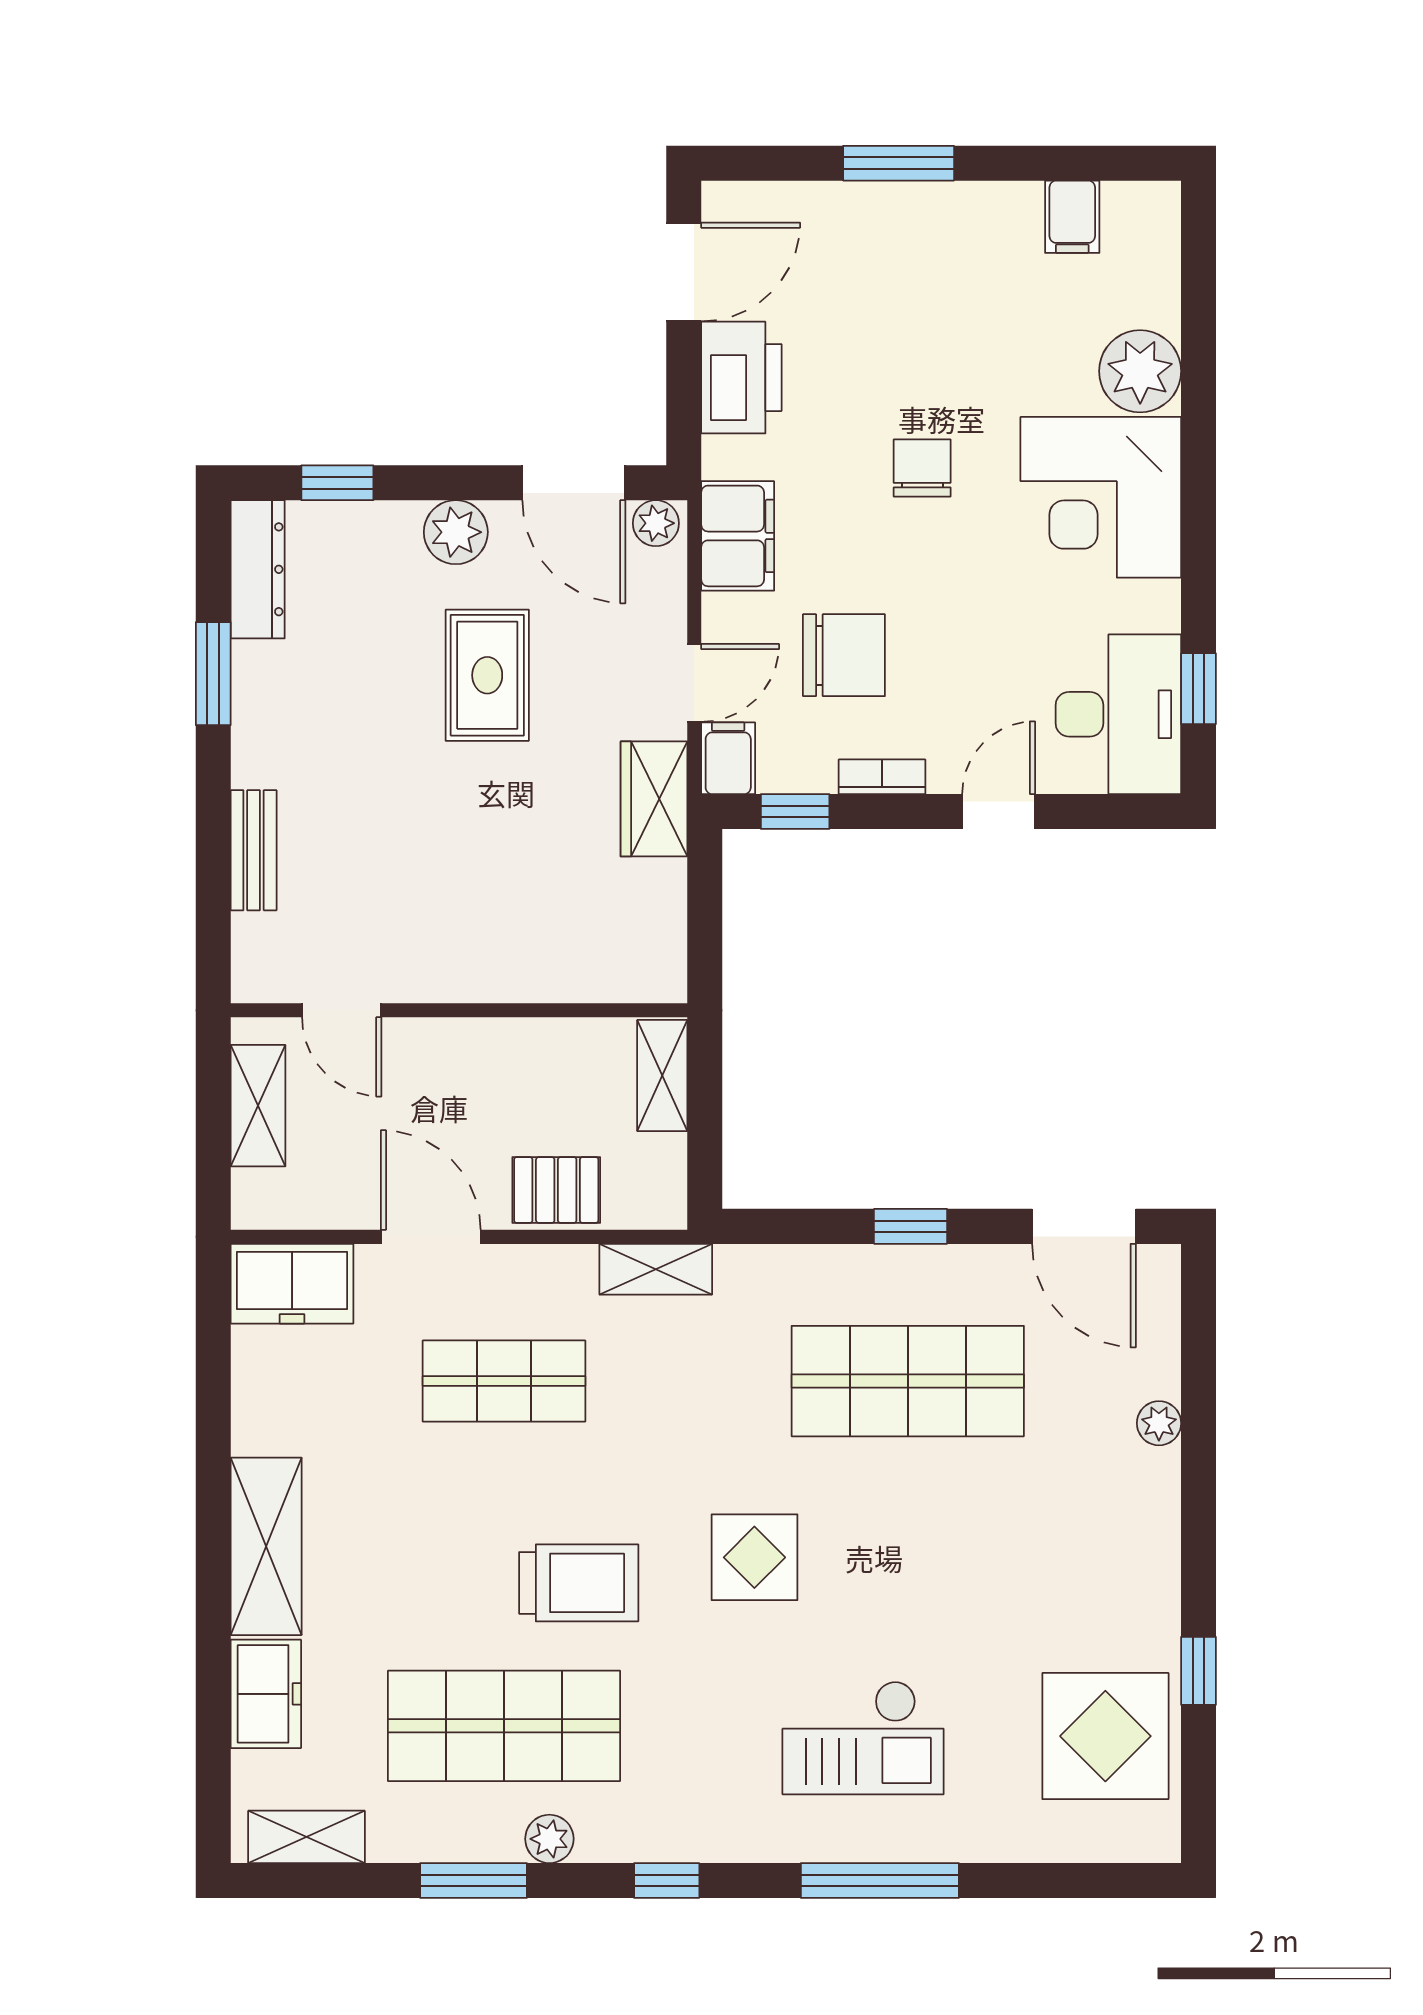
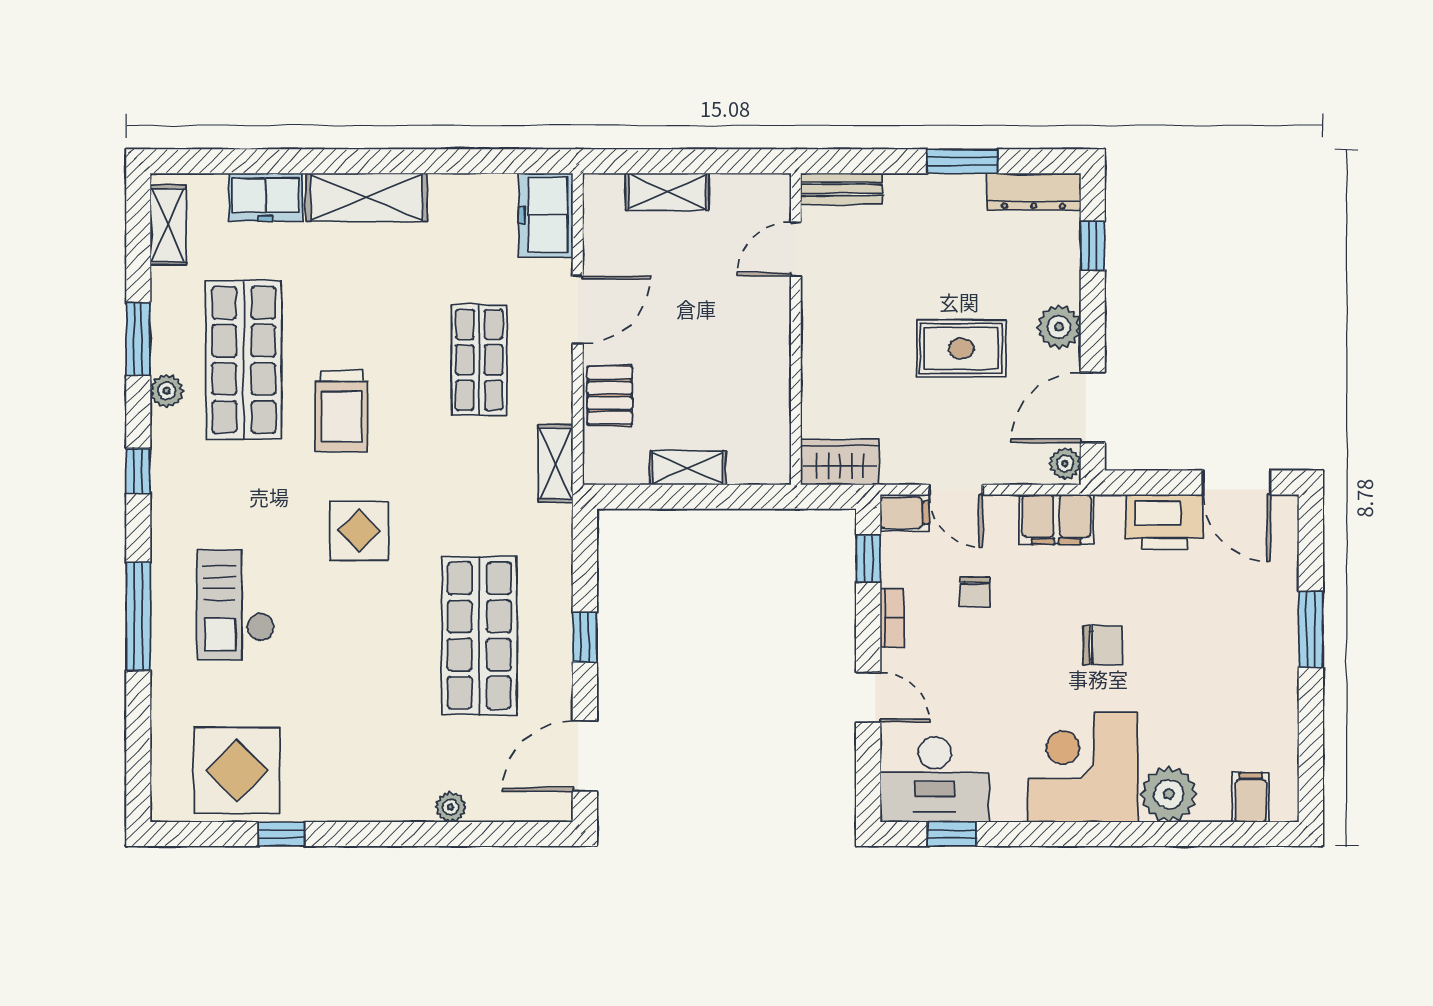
filing cabinet: (1072, 217) -> (1251, 797), moved, turned 90
chair: (844, 655) -> (975, 592), width x0.54, depth x0.54
wardrobe: (654, 799) -> (840, 462), moved
door: (342, 1010) -> (796, 249), moved
wall: (459, 1010) -> (796, 329), moved

